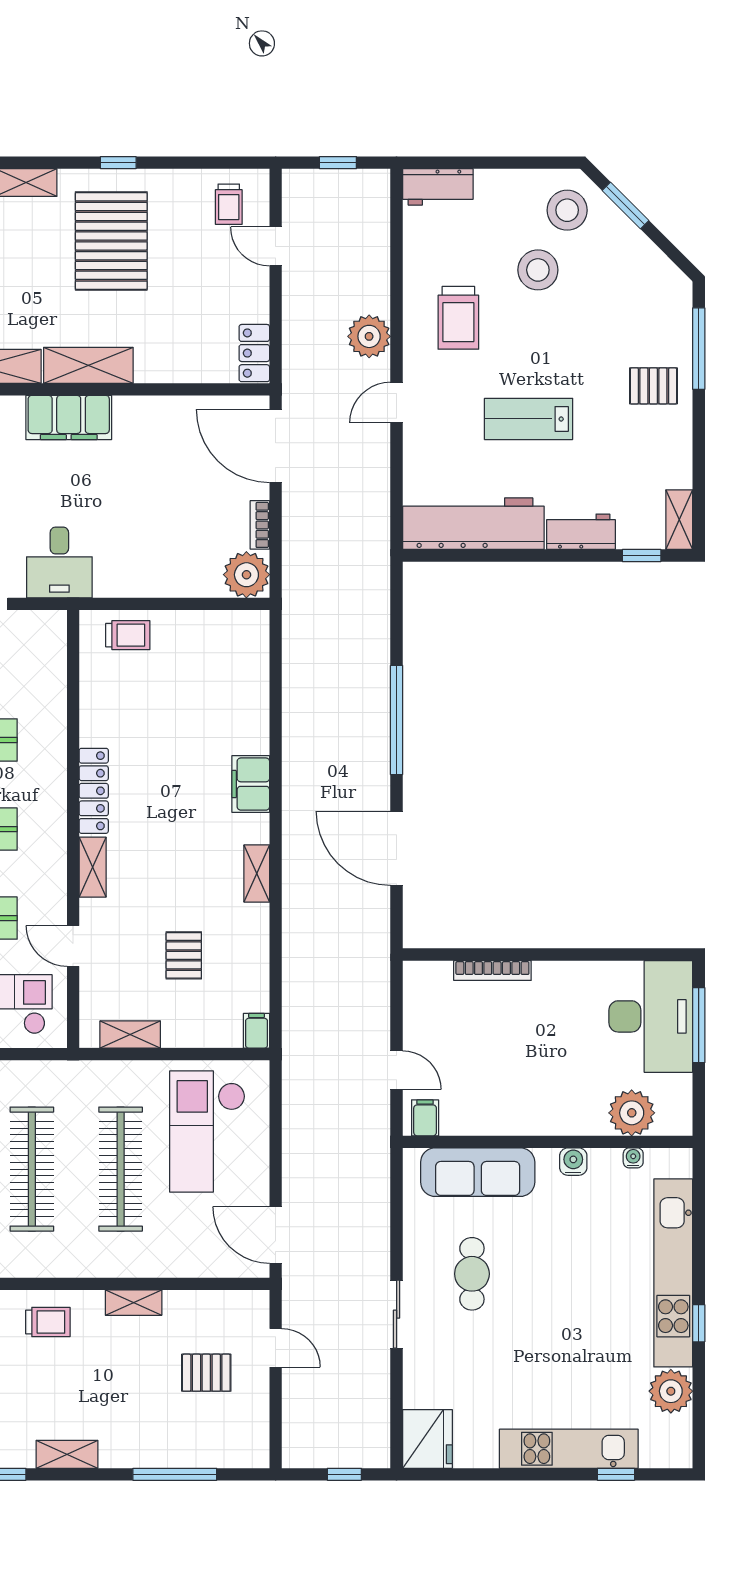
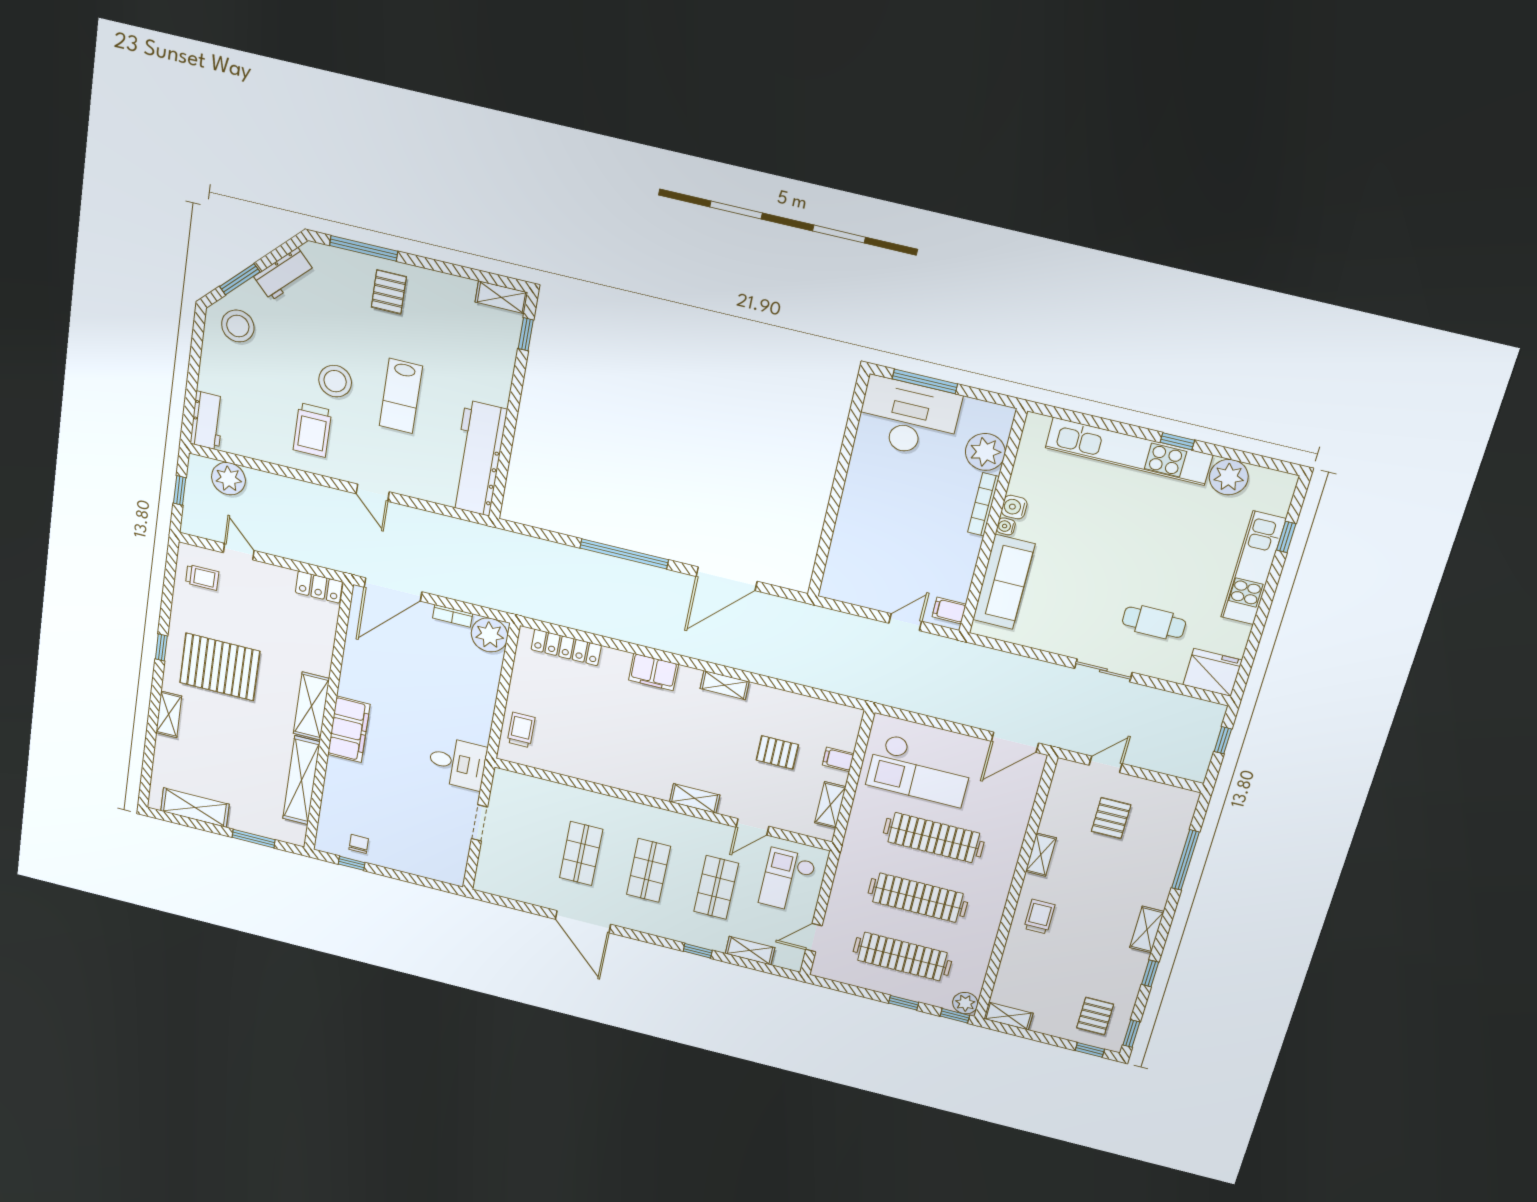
door: (276, 246) -> (239, 552), swing flipped
stool: (538, 270) -> (335, 381), moved
trolley: (458, 318) -> (312, 430), turned 90
plant: (369, 336) -> (228, 479), moved
workbench: (581, 532) -> (284, 274), moved, turned -135
locker: (94, 791) -> (566, 647), moved, turned 180
bookcase: (492, 970) -> (983, 504), moved, turned 180
filing cabinet: (257, 1031) -> (838, 759), moved
water cooler: (633, 1158) -> (1006, 526), moved
cafe table: (472, 1274) -> (1154, 622), moved

